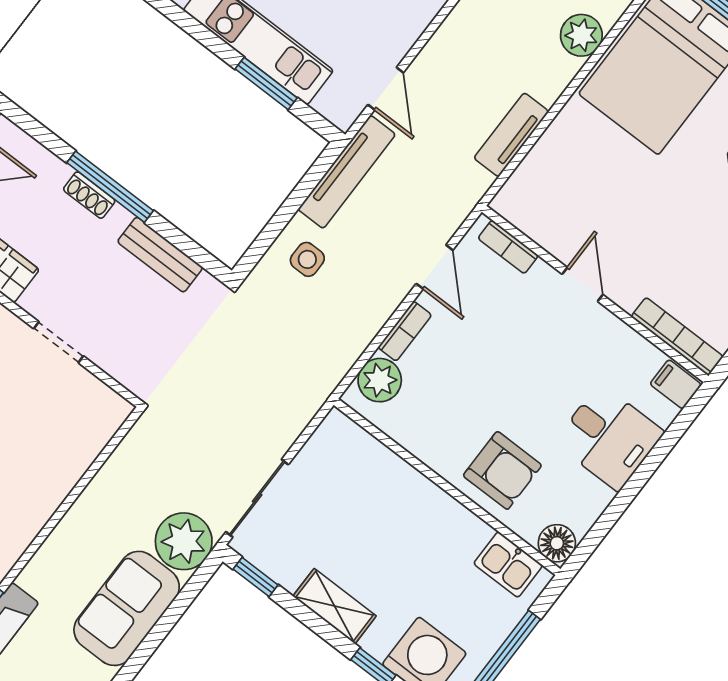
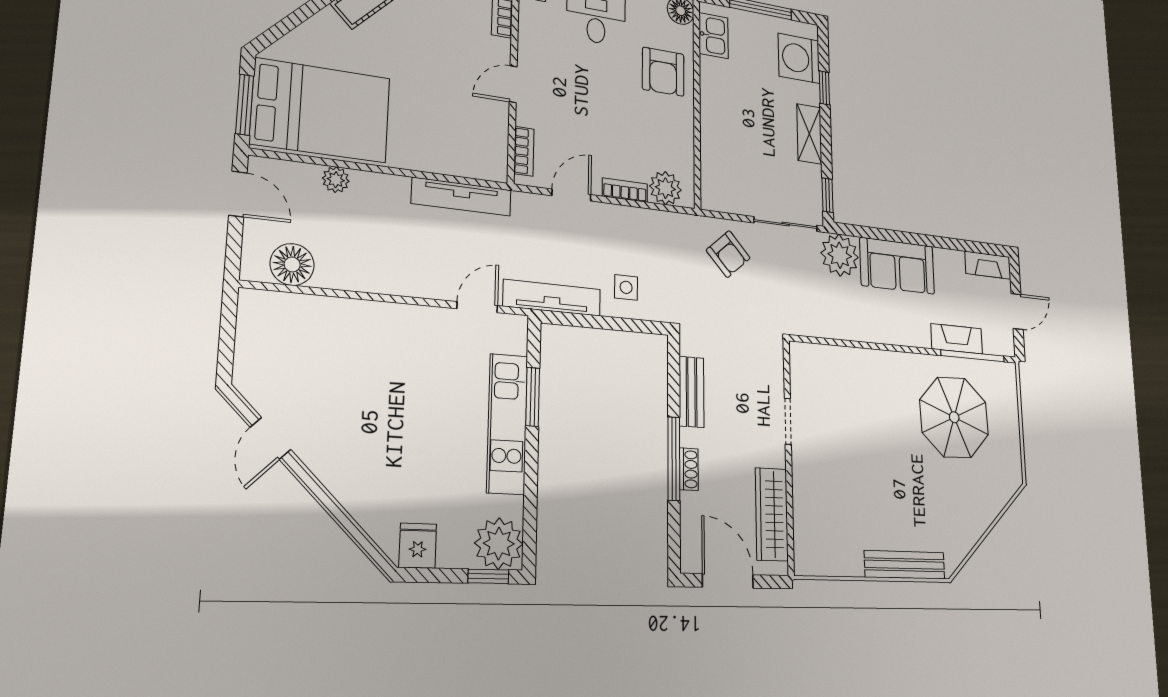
plant: (581, 35) -> (336, 180), width x0.73, depth x0.73
tv unit: (511, 135) -> (462, 197), width x1.41
armchair: (269, 403) -> (728, 254), added
armchair: (502, 470) -> (663, 72), turned 180

